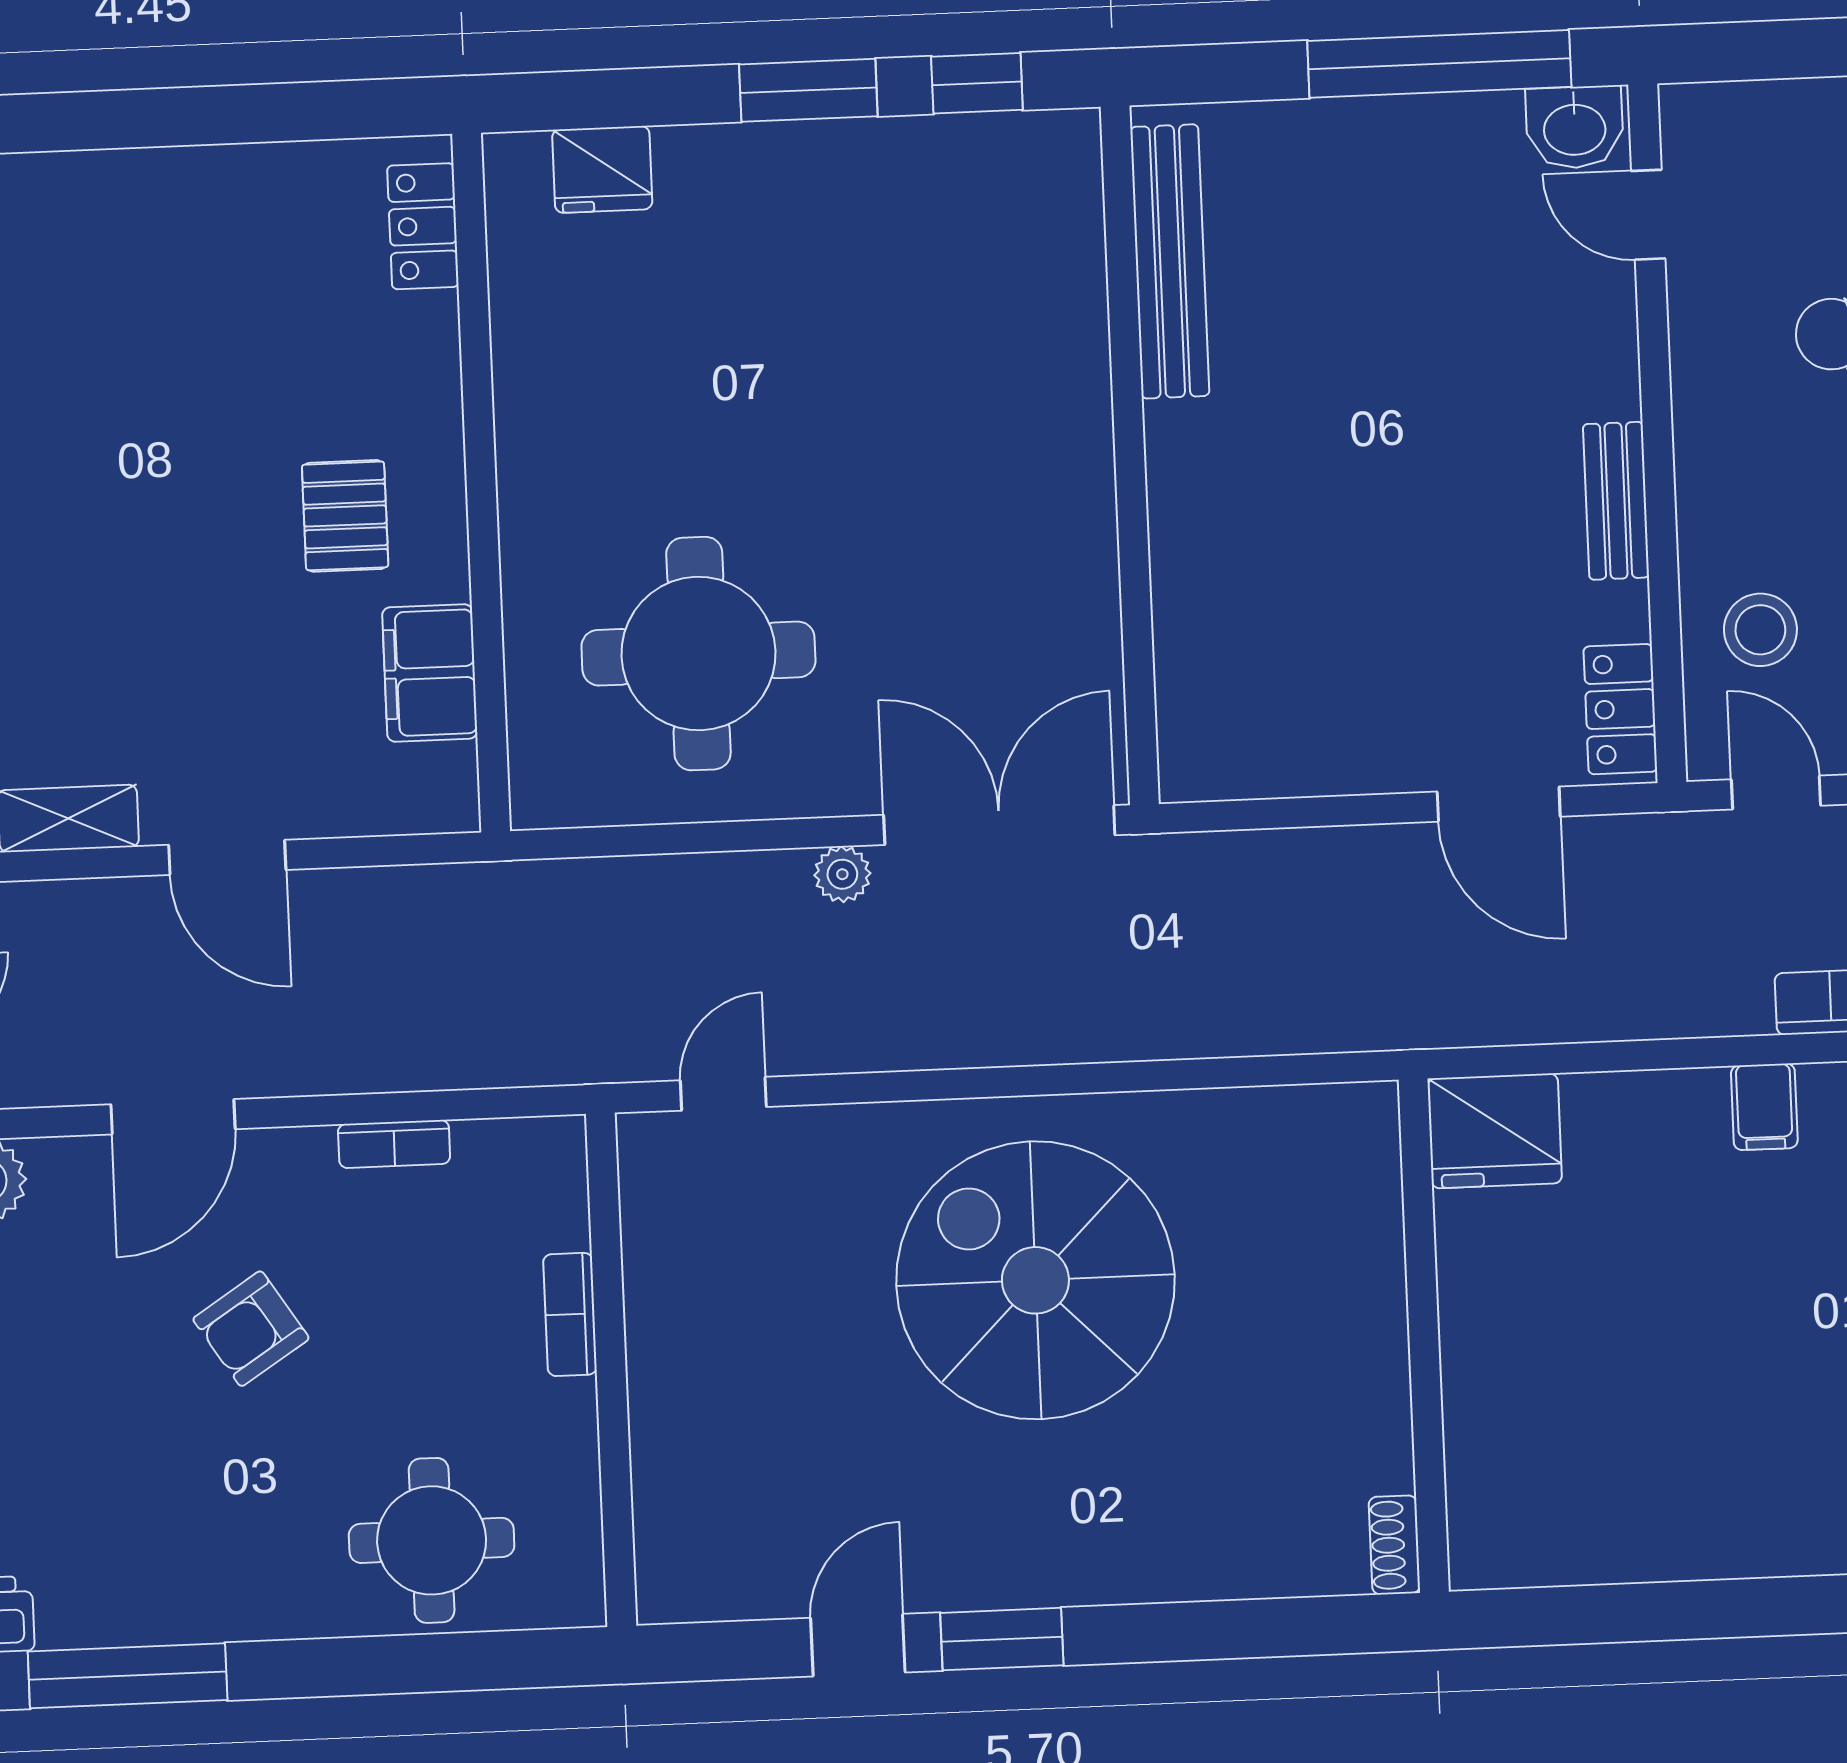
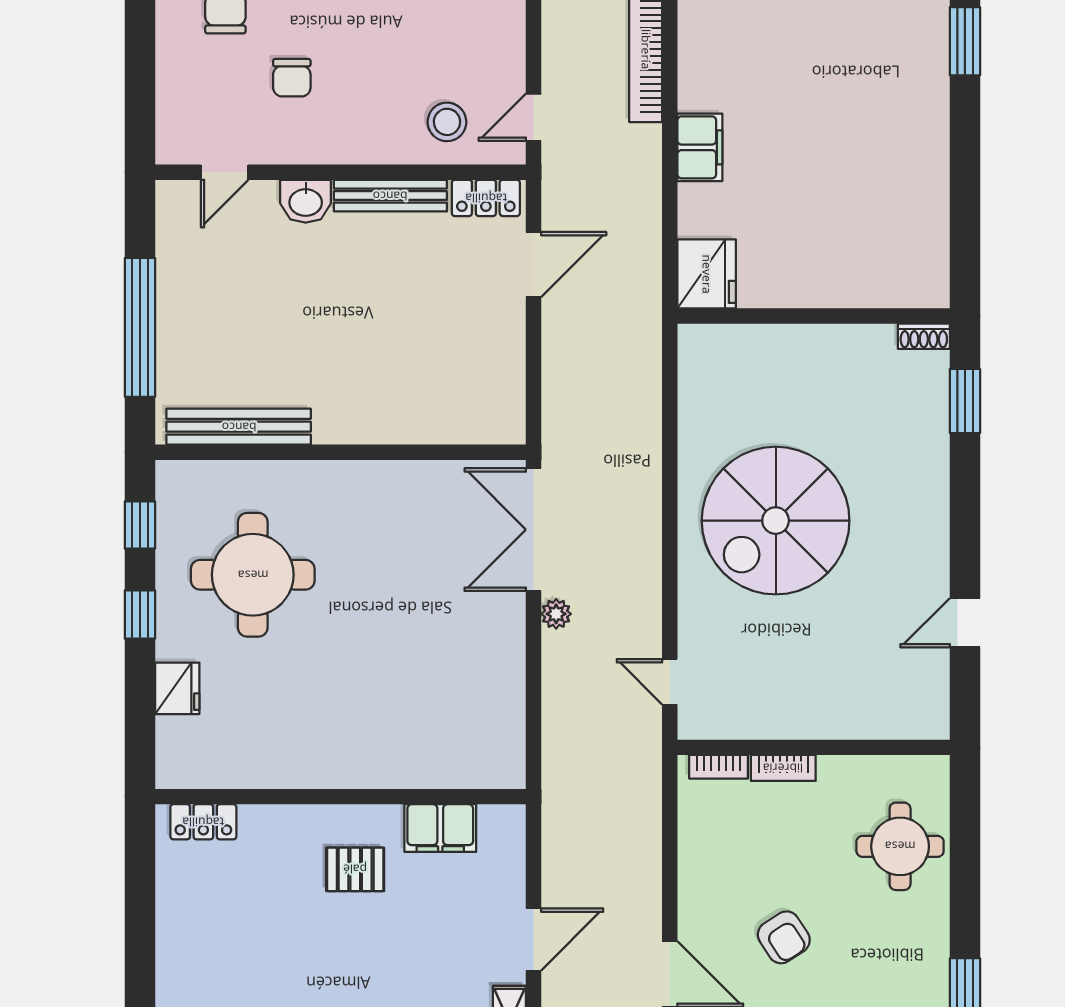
window: (1439, 64) -> (140, 327), moved
window: (808, 90) -> (140, 614), width x0.67
washbasin: (1575, 127) -> (306, 201), moved, turned 90
fridge: (602, 169) -> (177, 688), moved
bench: (1616, 501) -> (390, 196), width x1.36
round table: (698, 654) -> (253, 575), moved
filing cabinet: (1764, 1107) -> (700, 147), width x2.00
bookcase: (394, 1144) -> (719, 767), moved, turned 90
window: (1002, 1639) -> (965, 401), moved
door: (858, 1645) -> (965, 623), hinge flipped

